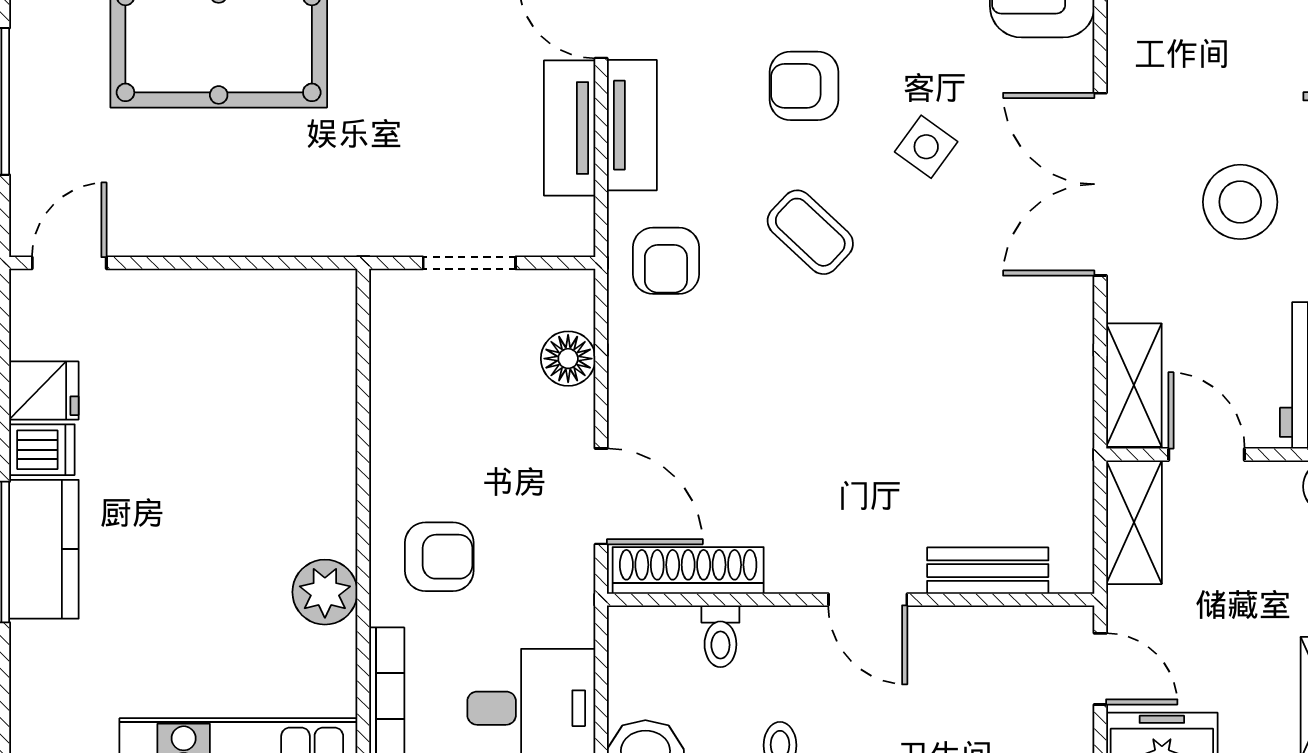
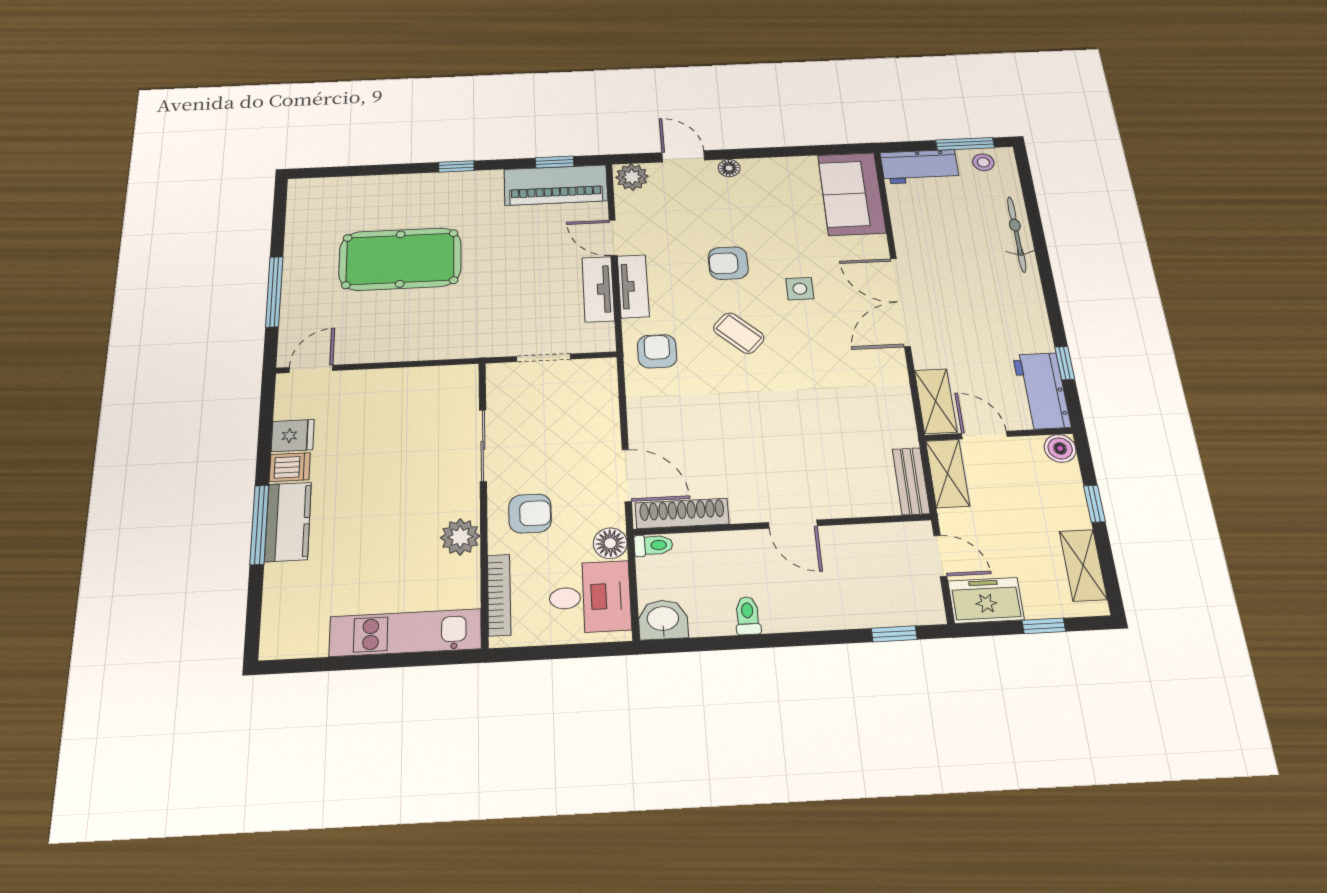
side table: (926, 147) -> (800, 289), turned -36
stool: (1240, 202) -> (981, 307), removed
armchair: (666, 261) -> (657, 351), turned 180
floor lamp: (568, 359) -> (610, 543), moved
sliding door: (363, 427) -> (483, 446), added
bench: (988, 571) -> (911, 481), moved, turned 90
toilet: (720, 636) -> (653, 545), moved, turned -90

